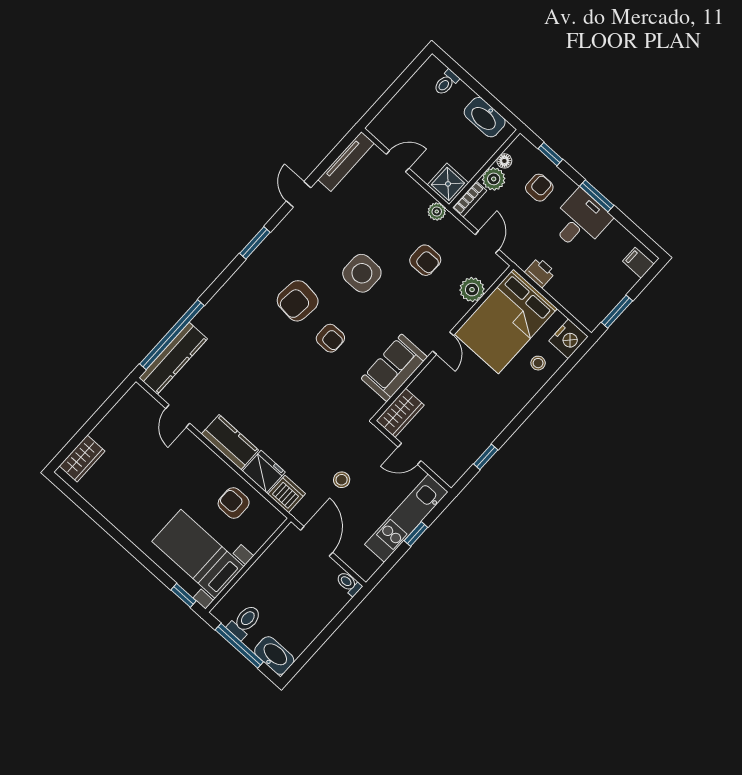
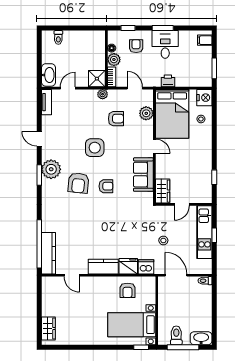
washbasin: (485, 117) -> (48, 75), moved, turned -90
tv unit: (346, 161) -> (46, 102), width x0.71
plant: (278, 250) -> (51, 169), added
armchair: (234, 503) -> (127, 290), turned -90

